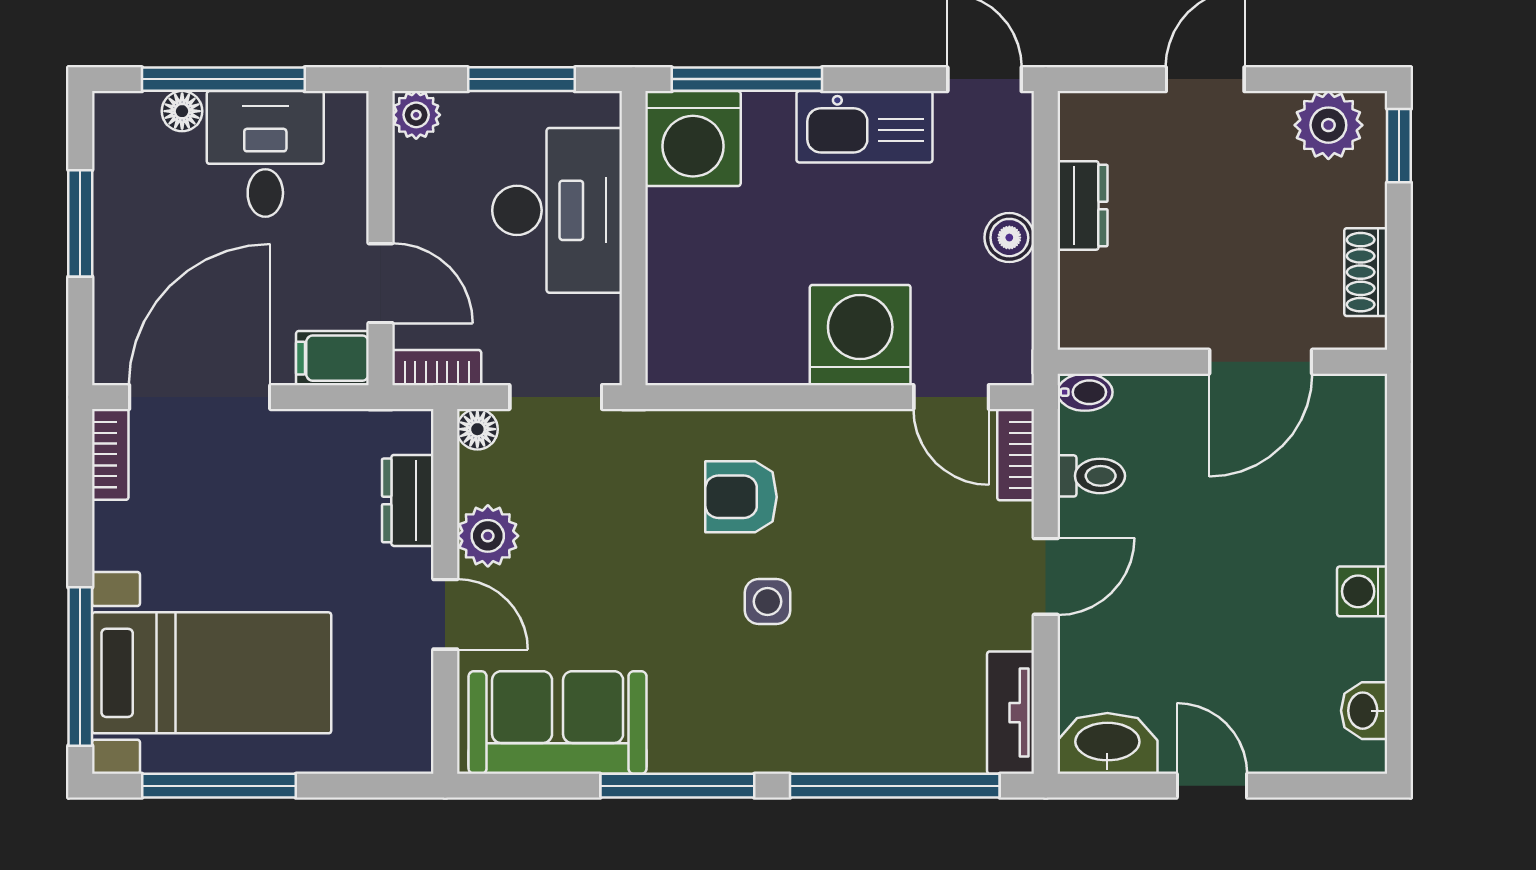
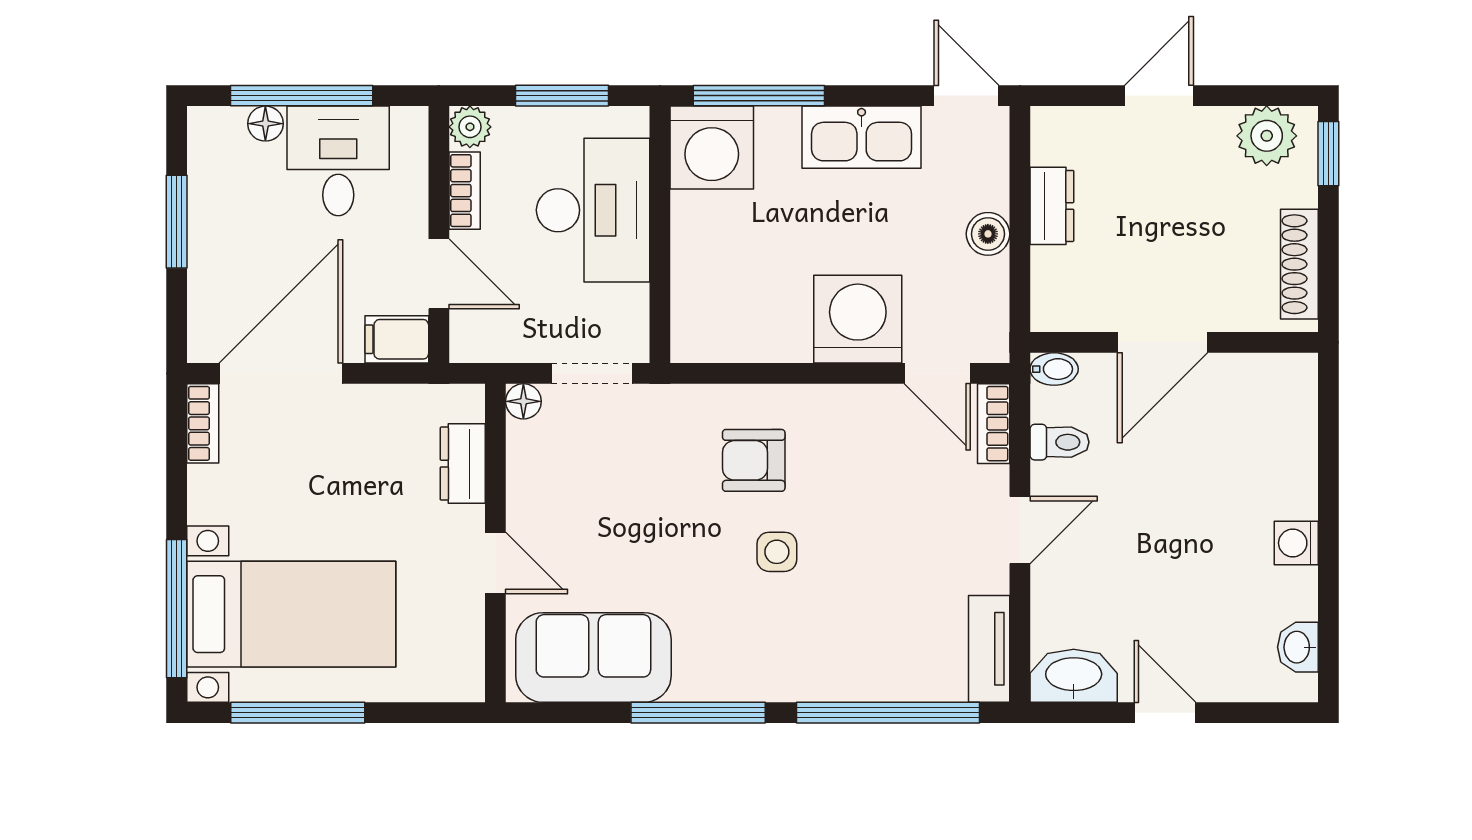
shoe rack: (1366, 272) -> (1299, 264), width x1.43
door: (1261, 362) -> (1162, 342), moved
bookcase: (437, 368) -> (465, 191), moved, turned 90
plant: (488, 536) -> (533, 495), removed

